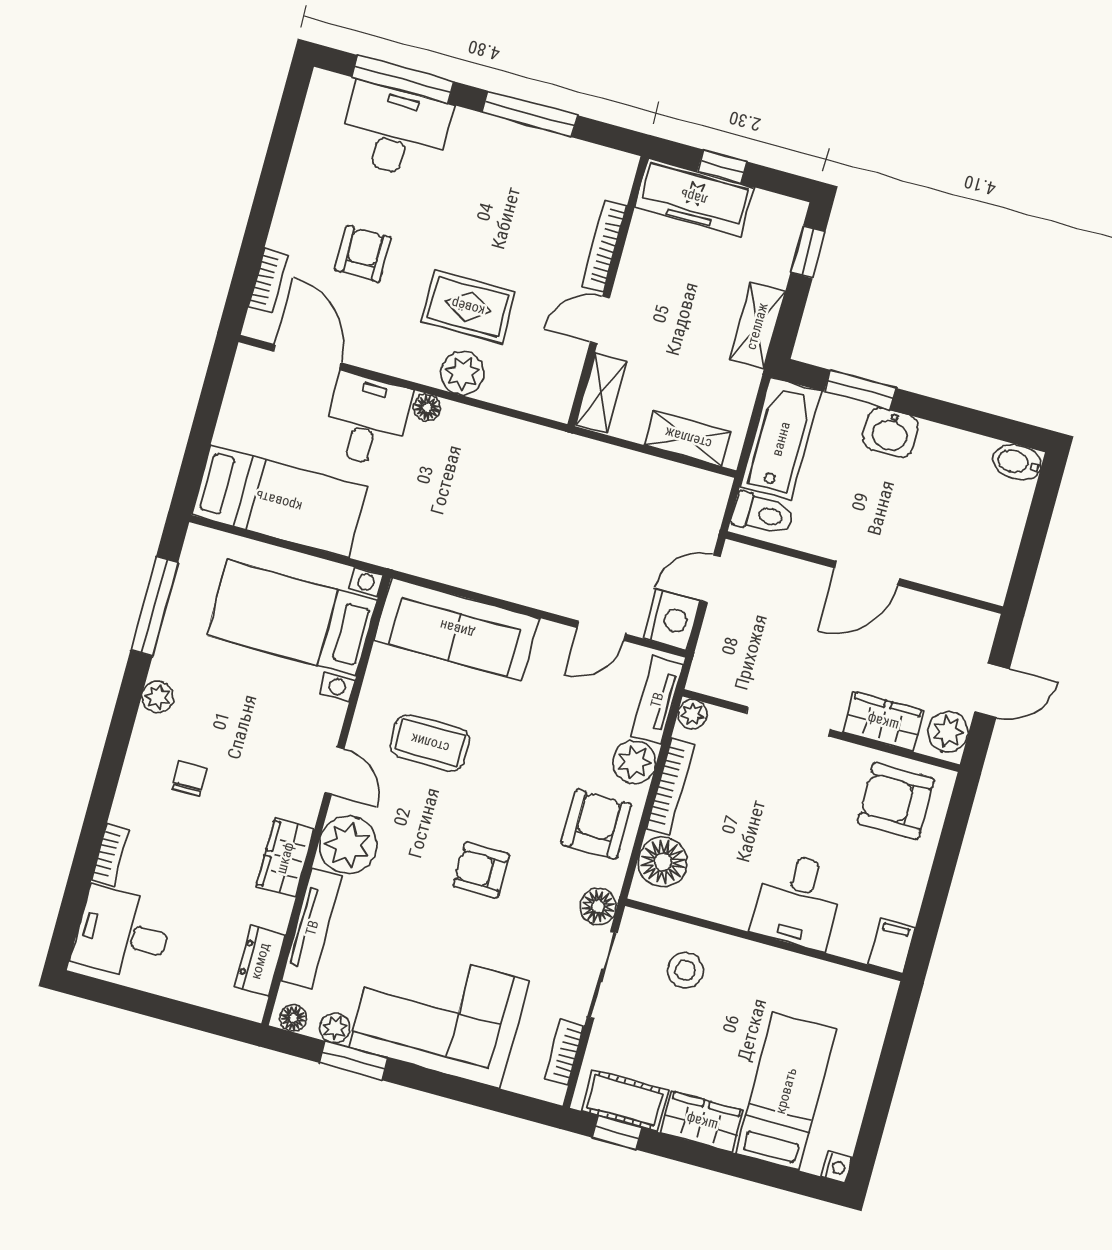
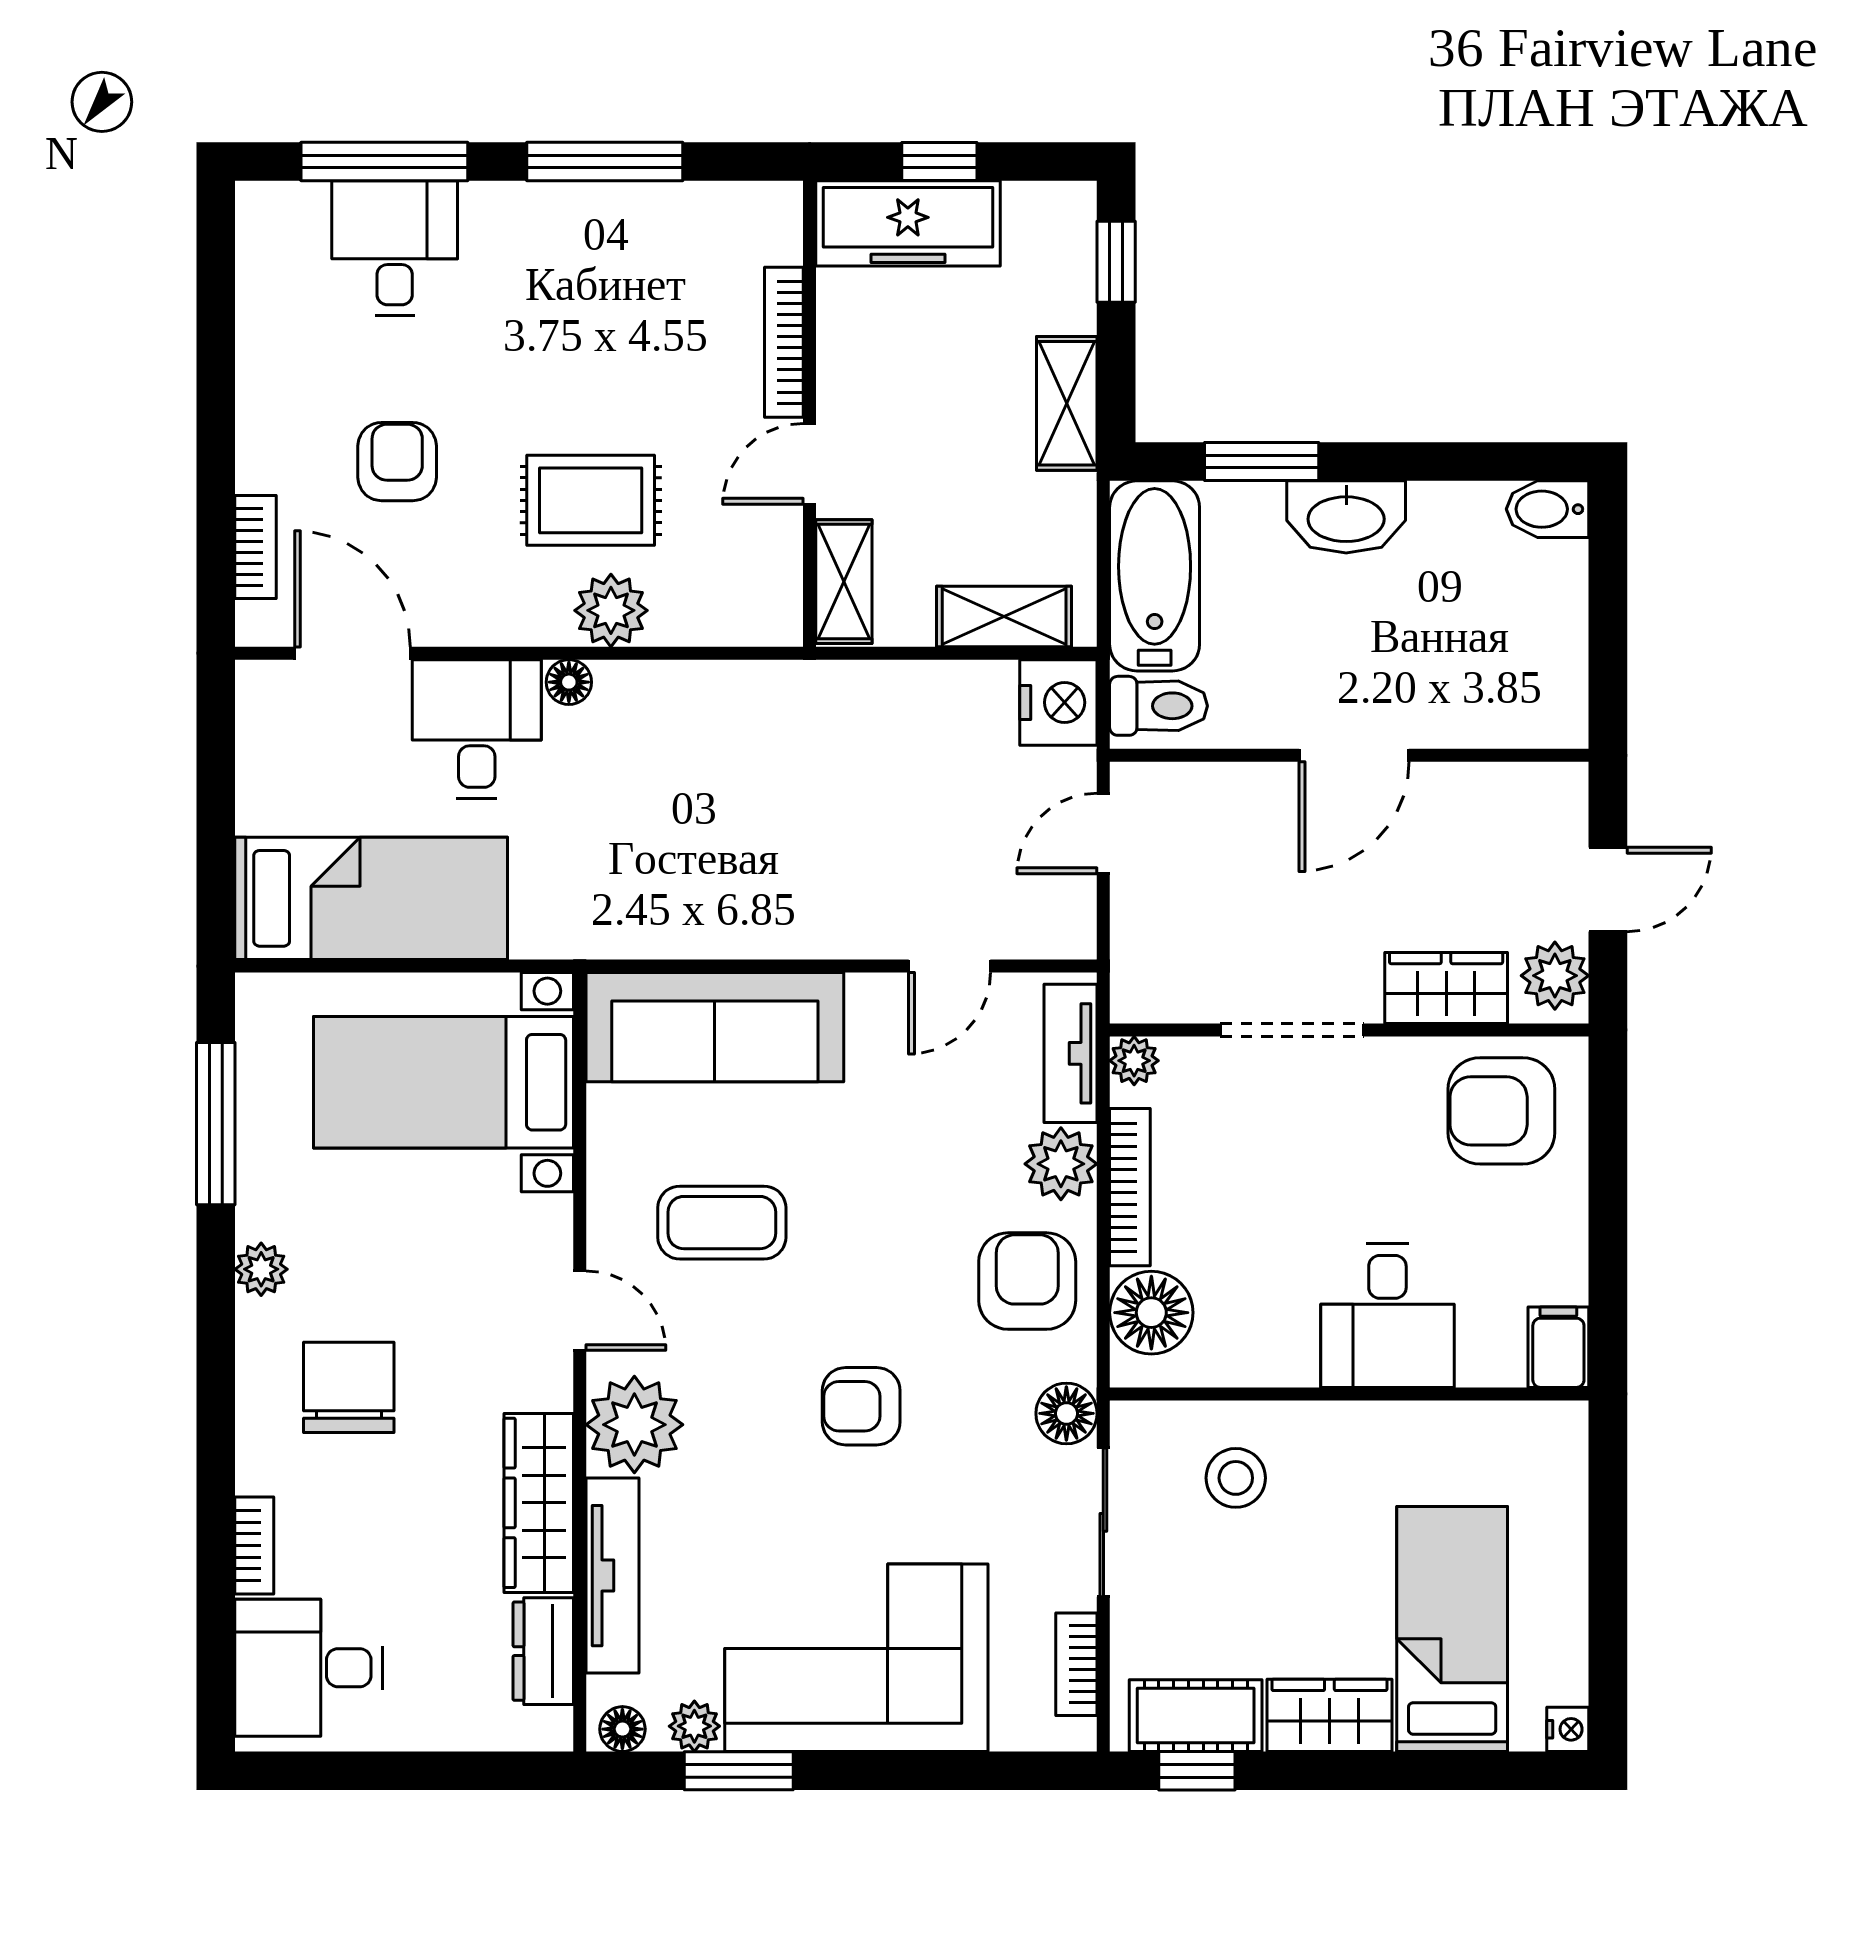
desk: (395, 131) -> (395, 248), width x0.73
washbasin: (890, 432) -> (1346, 517), width x1.38
nightstand: (672, 620) -> (1058, 702), moved
chair: (189, 779) -> (349, 1387), width x1.87, depth x1.87
wardrobe: (285, 858) -> (539, 1503), width x1.50

